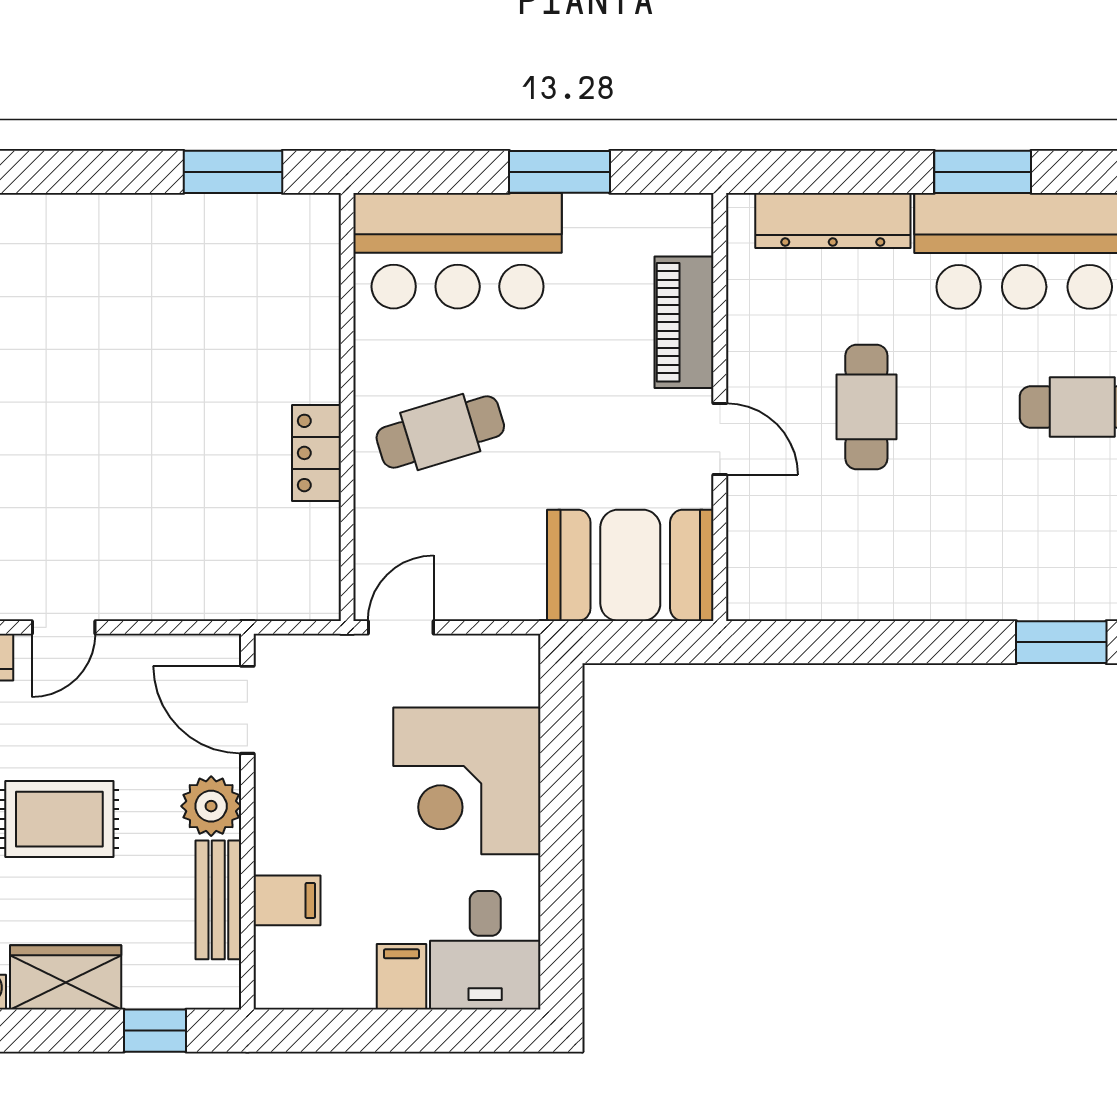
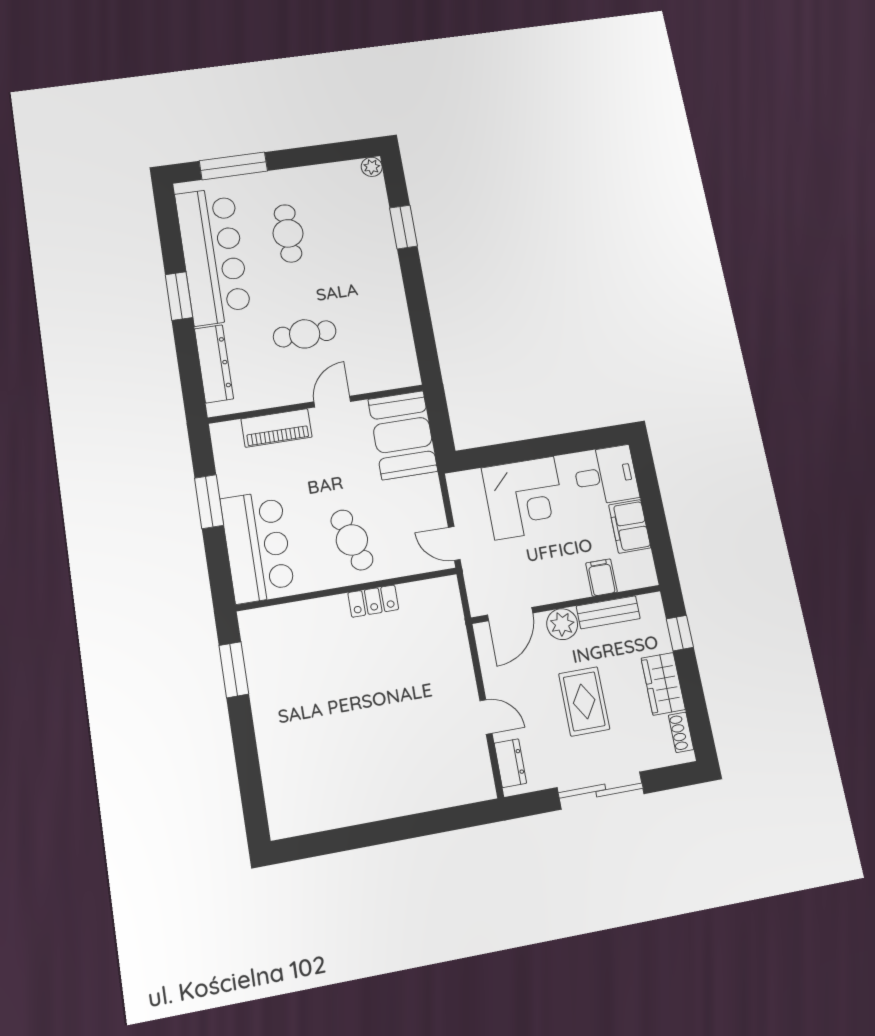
filing cabinet: (401, 977) -> (630, 526), width x2.00

